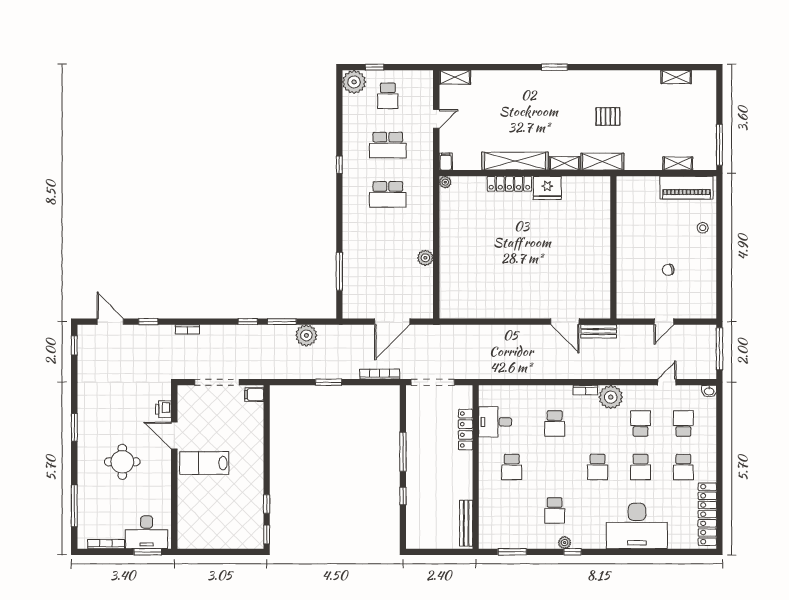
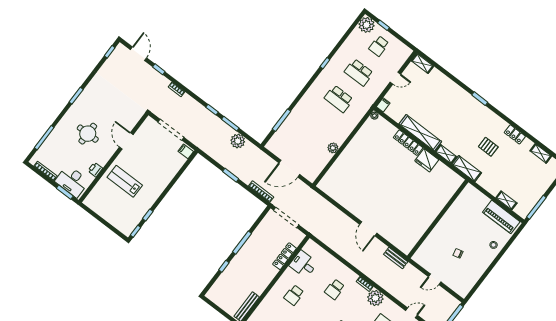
locker: (628, 78) -> (515, 134), added
door: (565, 322) -> (368, 229), moved
printer: (163, 409) -> (95, 170), moved
lab bench: (204, 463) -> (125, 181), moved

